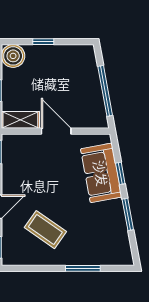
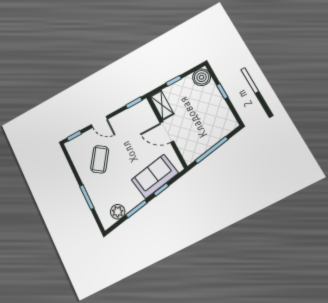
door: (56, 131) -> (167, 132), swing flipped
plant: (120, 239) -> (118, 212), added

